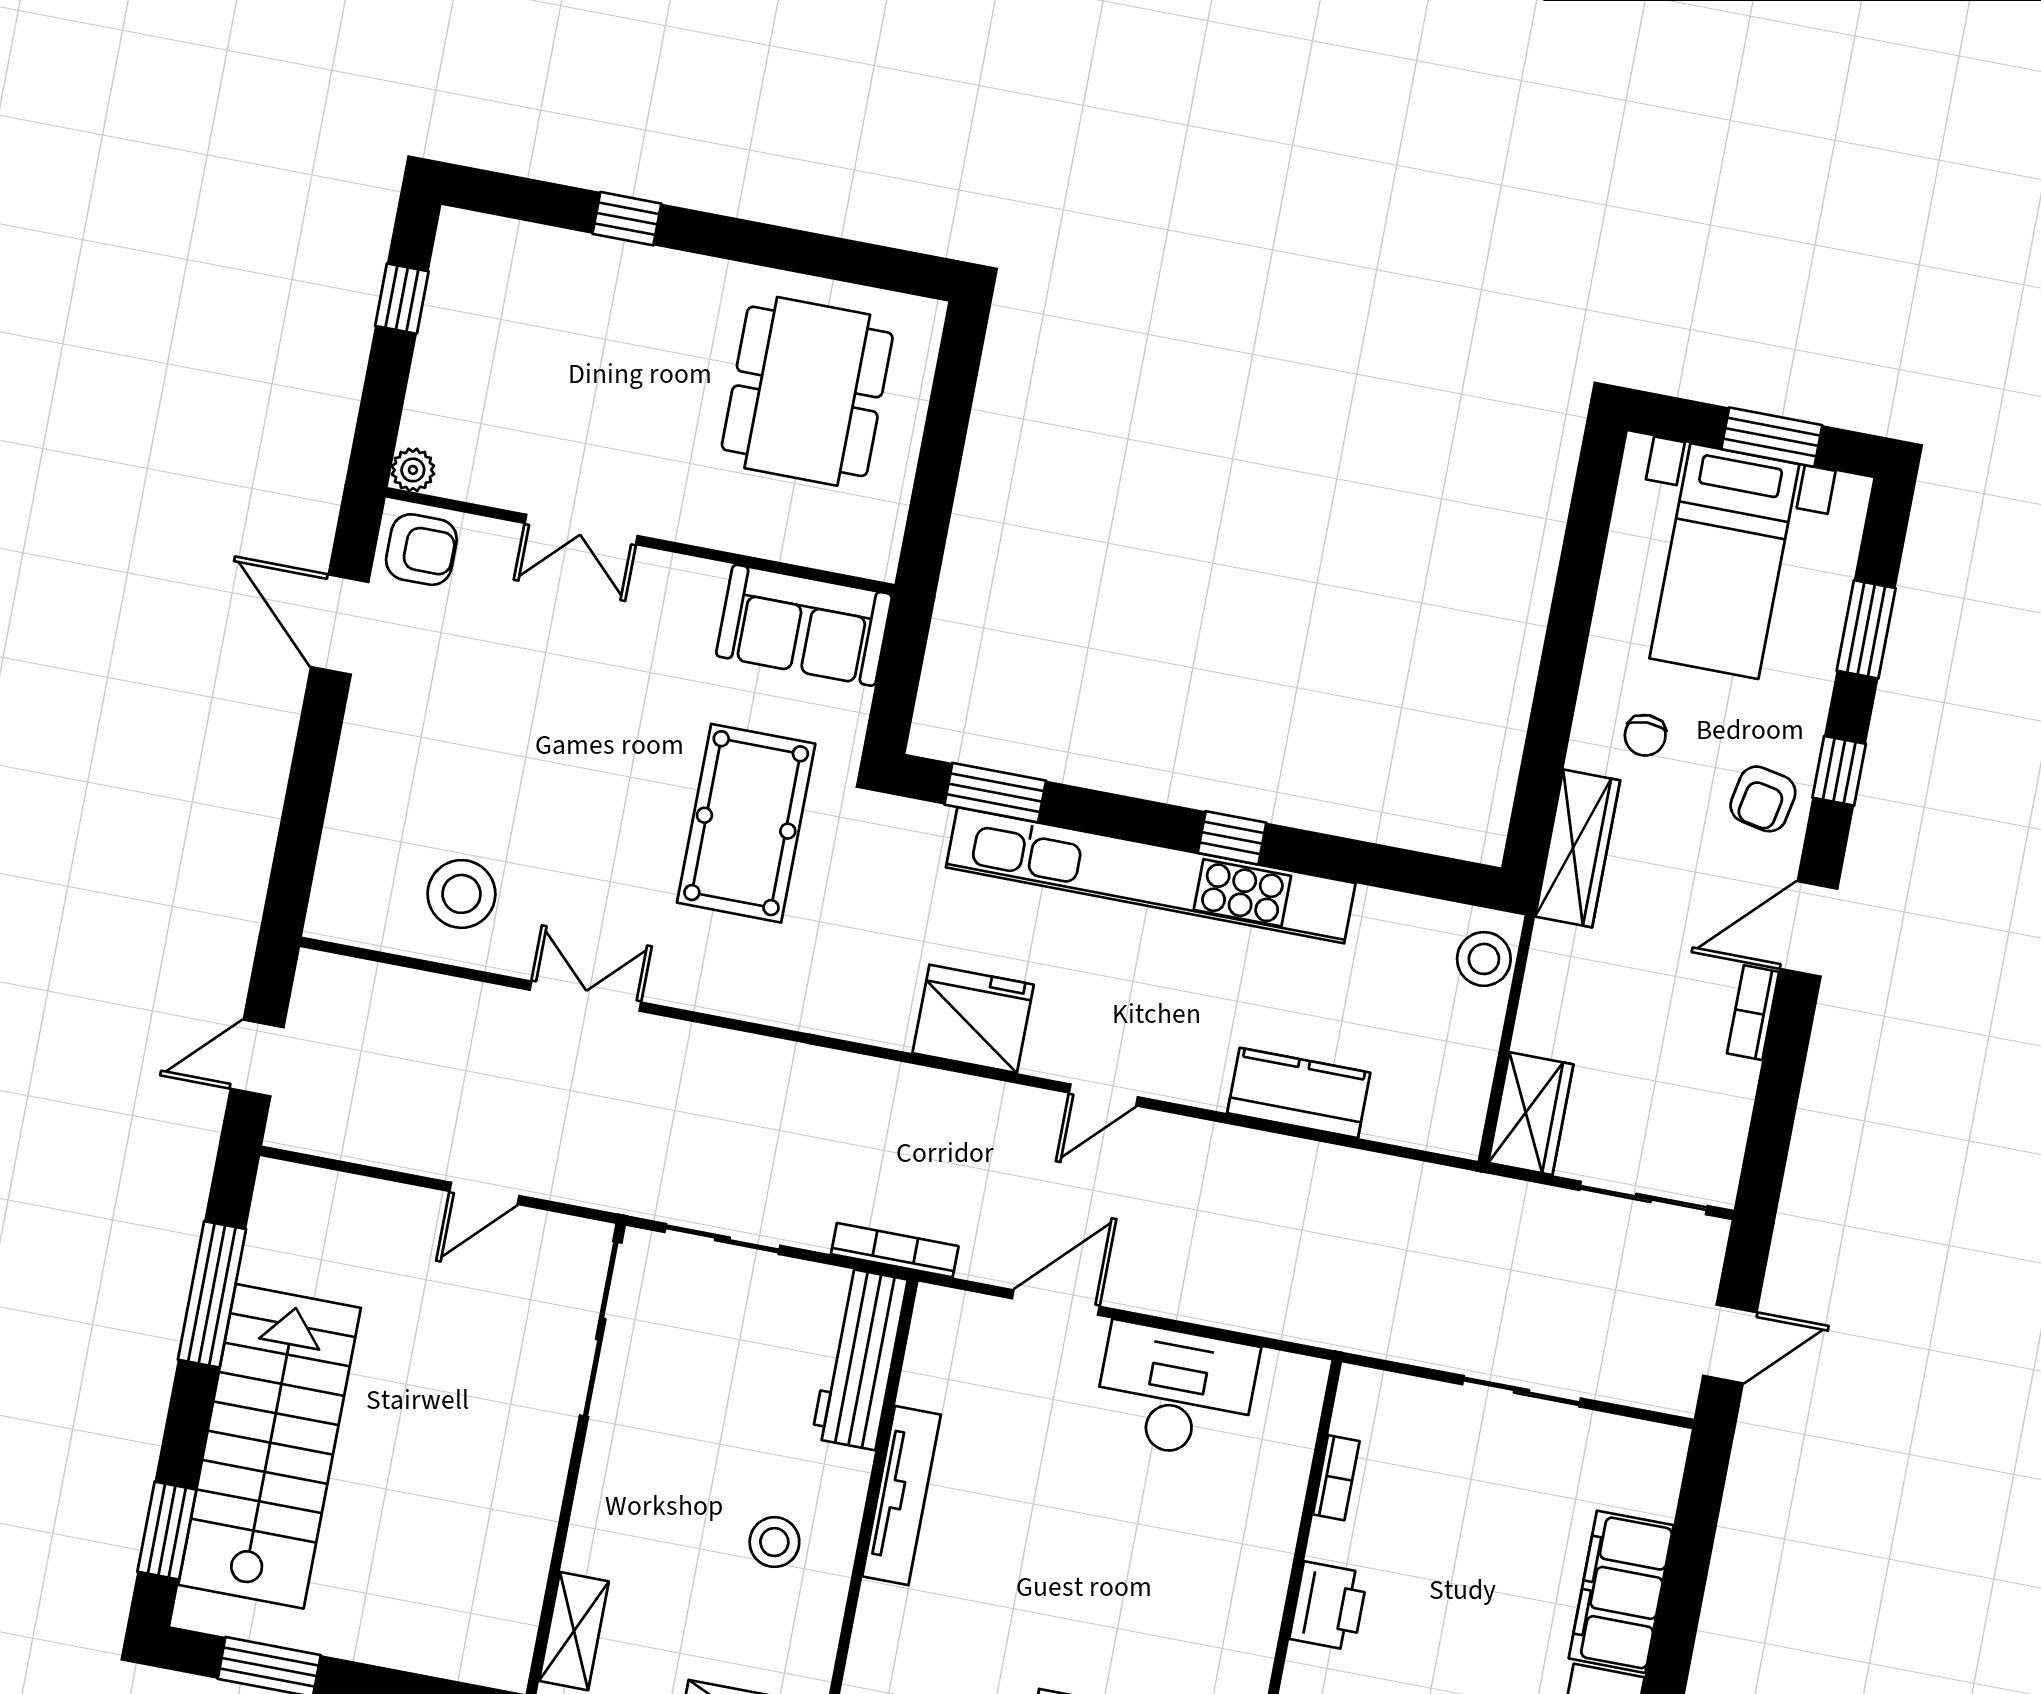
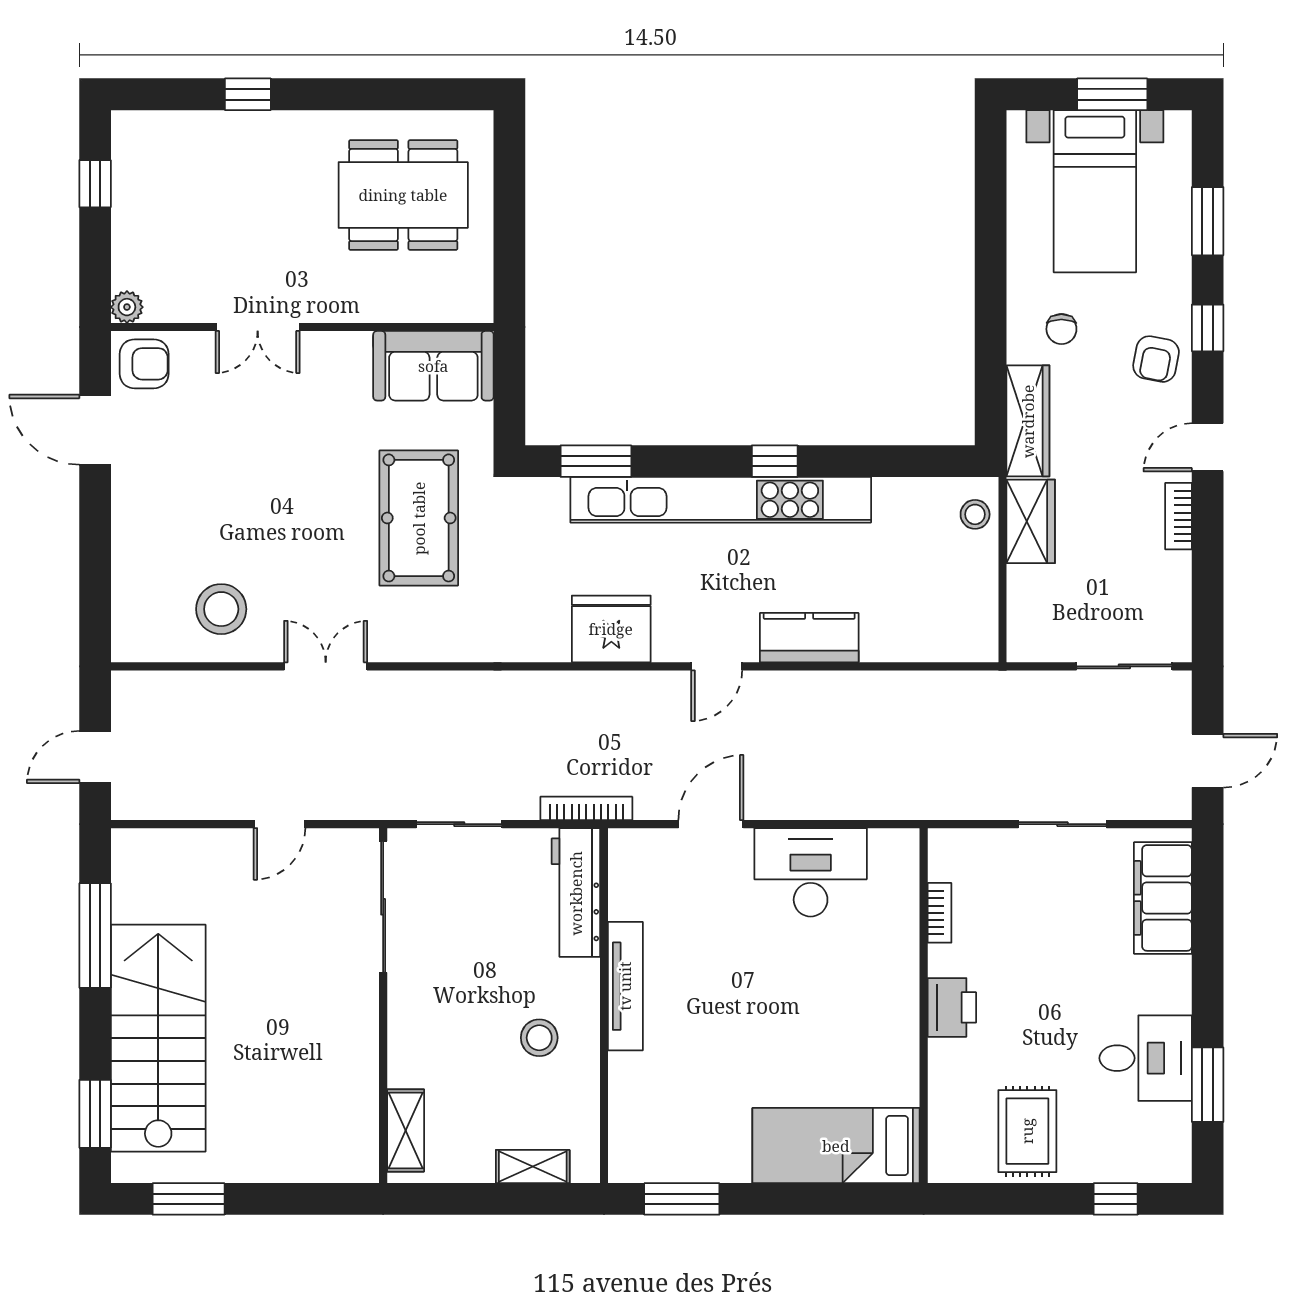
dining table: (807, 391) -> (403, 195), turned 90
door: (1809, 929) -> (1208, 447), width x0.73
stool: (1484, 959) -> (975, 514), width x0.73, depth x0.73
kitchen counter: (1299, 1093) -> (809, 638), moved
wardrobe: (1531, 1114) -> (1031, 521), moved
filing cabinet: (1621, 1592) -> (1163, 898), moved

